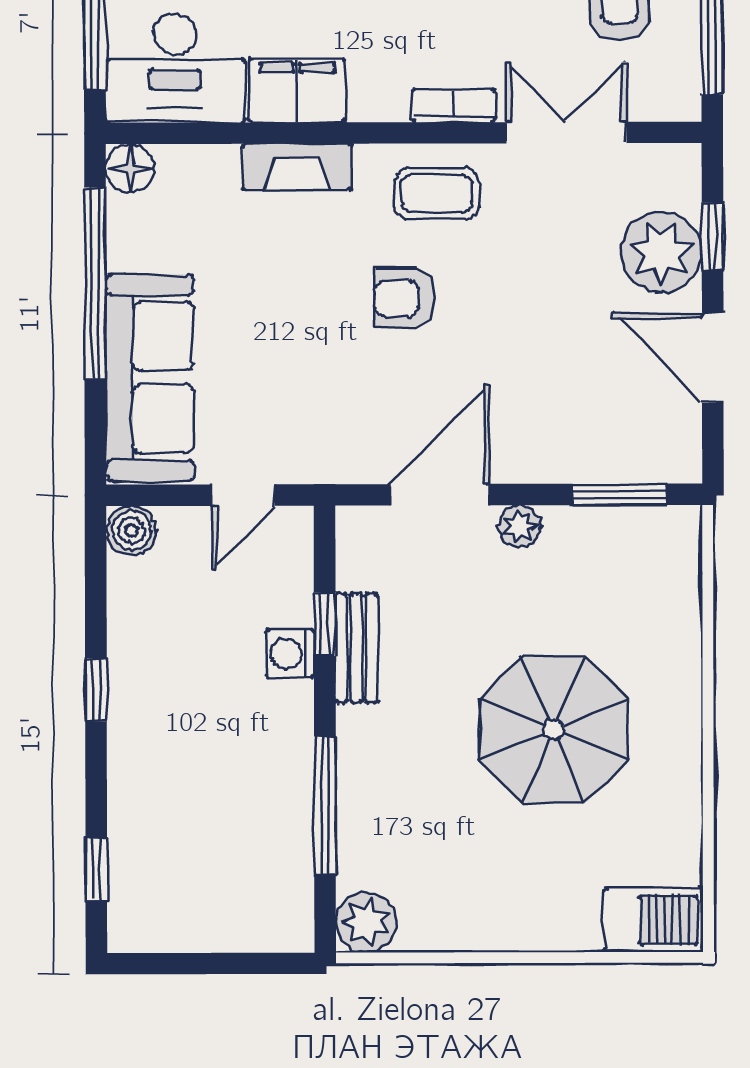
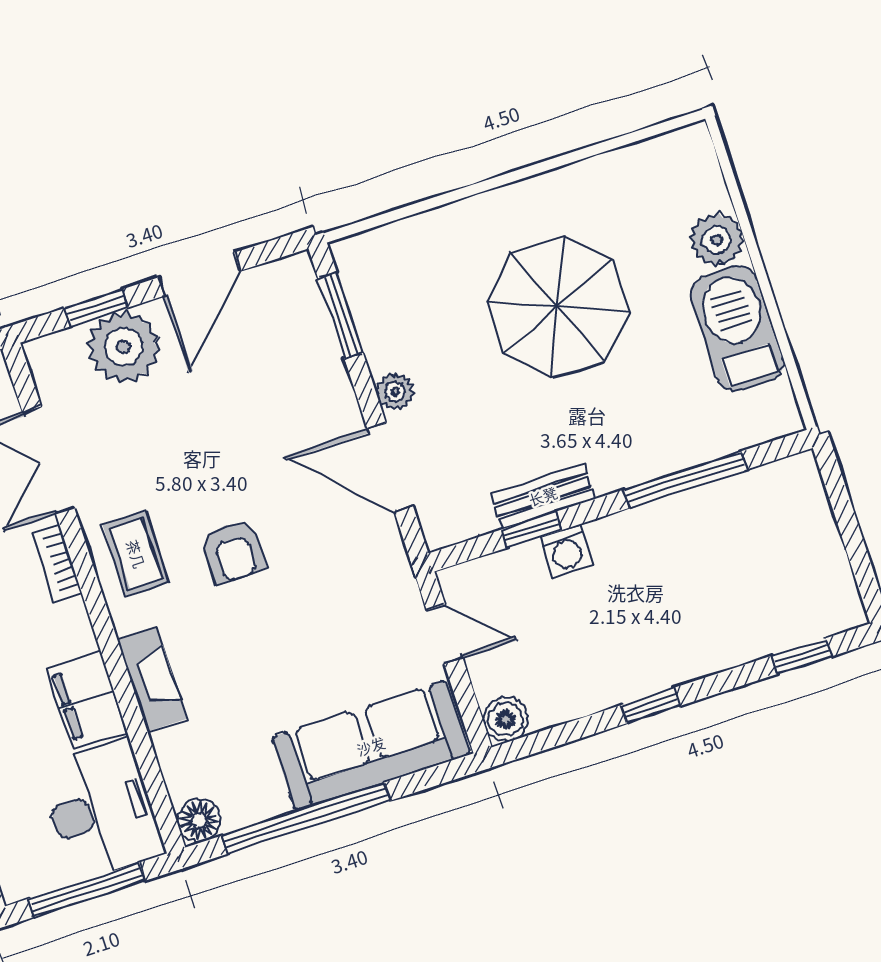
barbecue: (654, 920) -> (737, 328), moved, width x1.37, depth x1.21
plant: (366, 922) -> (717, 240), moved

